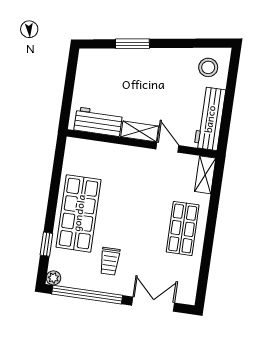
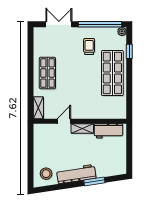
workbench: (210, 119) -> (76, 174), moved, turned -99
door: (167, 147) -> (64, 121), swing flipped
double door: (153, 304) -> (59, 24), swing flipped

